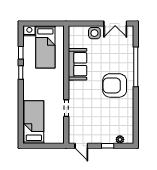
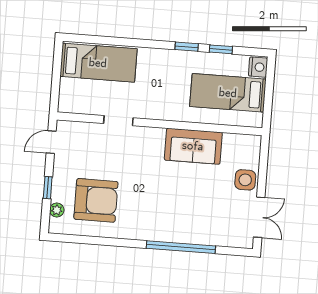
double door: (115, 23) -> (259, 217), swing flipped
armchair: (115, 85) -> (96, 200), moved, turned 90

